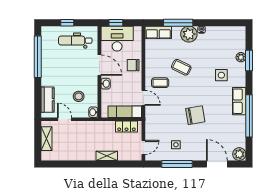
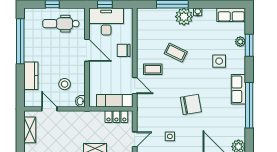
row of seats: (158, 32) -> (231, 15), moved
washbasin: (106, 84) -> (94, 70), removed
kitchen counter: (48, 100) -> (31, 76), moved

